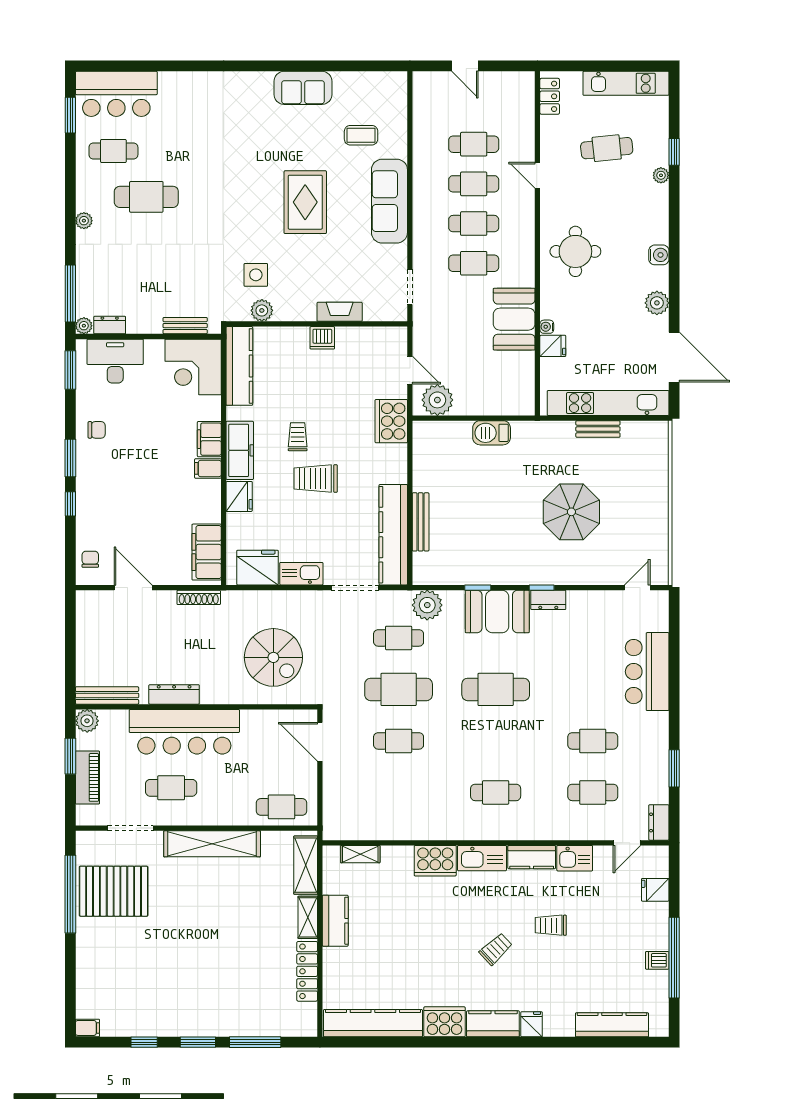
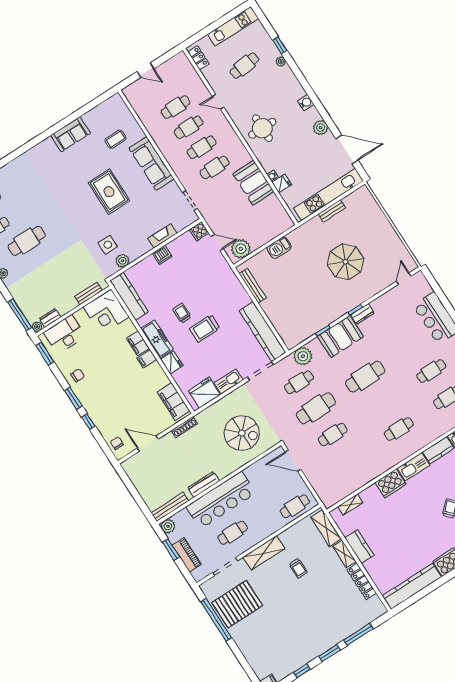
cooker: (391, 421) -> (199, 231), moved, width x0.53, depth x0.76
bench: (421, 522) -> (253, 286), moved
shelving: (212, 844) -> (264, 553), width x0.68
trolley: (231, 896) -> (298, 568), added

